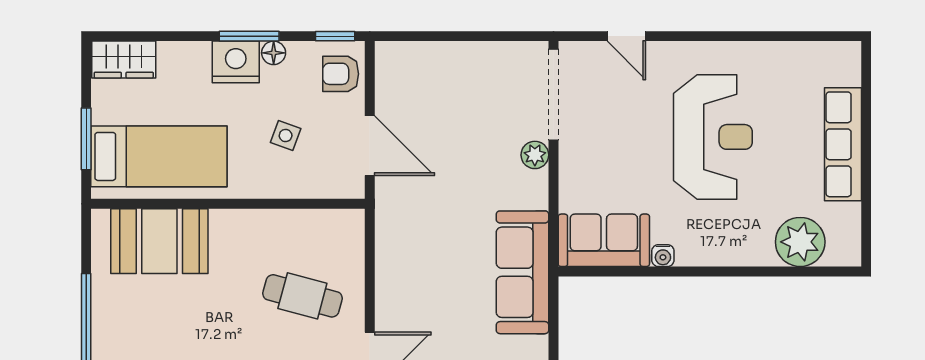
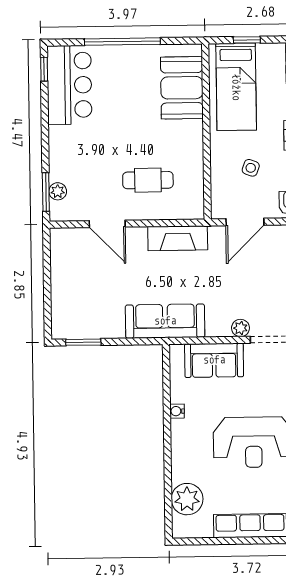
window: (86, 139) -> (247, 40), width x0.67
sofa: (604, 240) -> (214, 360), moved, turned 90
fireplace: (394, 251) -> (178, 238), added
cafe table: (302, 296) -> (148, 180), turned 75

